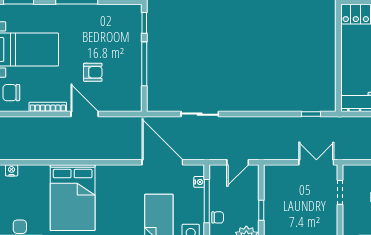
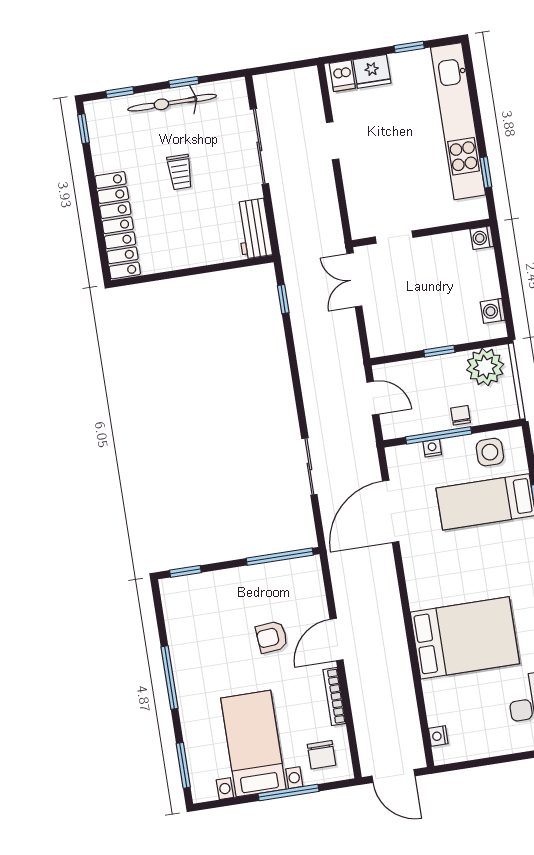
window: (144, 64) -> (280, 557), moved
armchair: (93, 72) -> (272, 637), turned -95
nightstand: (199, 182) -> (432, 448), moved

